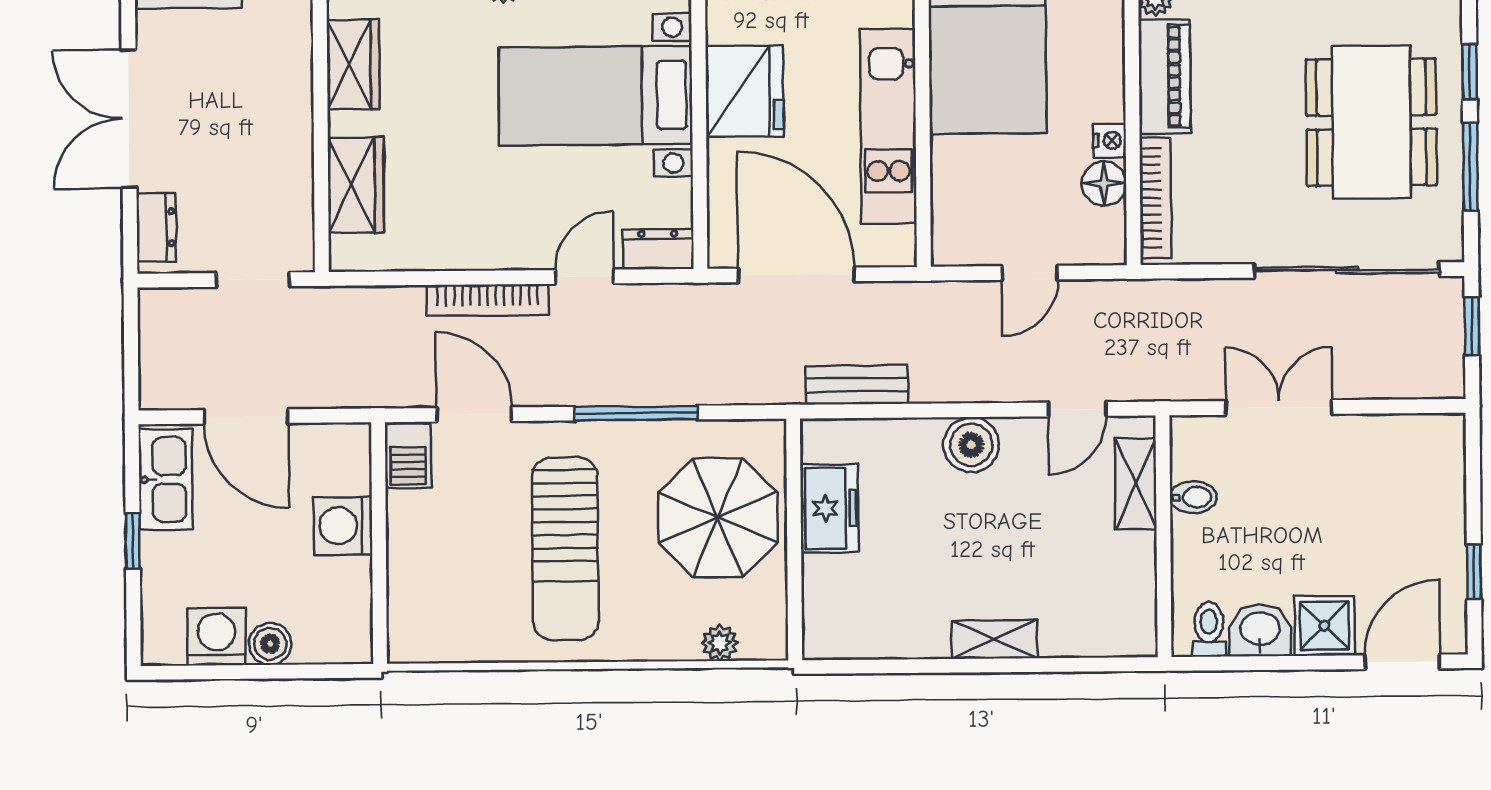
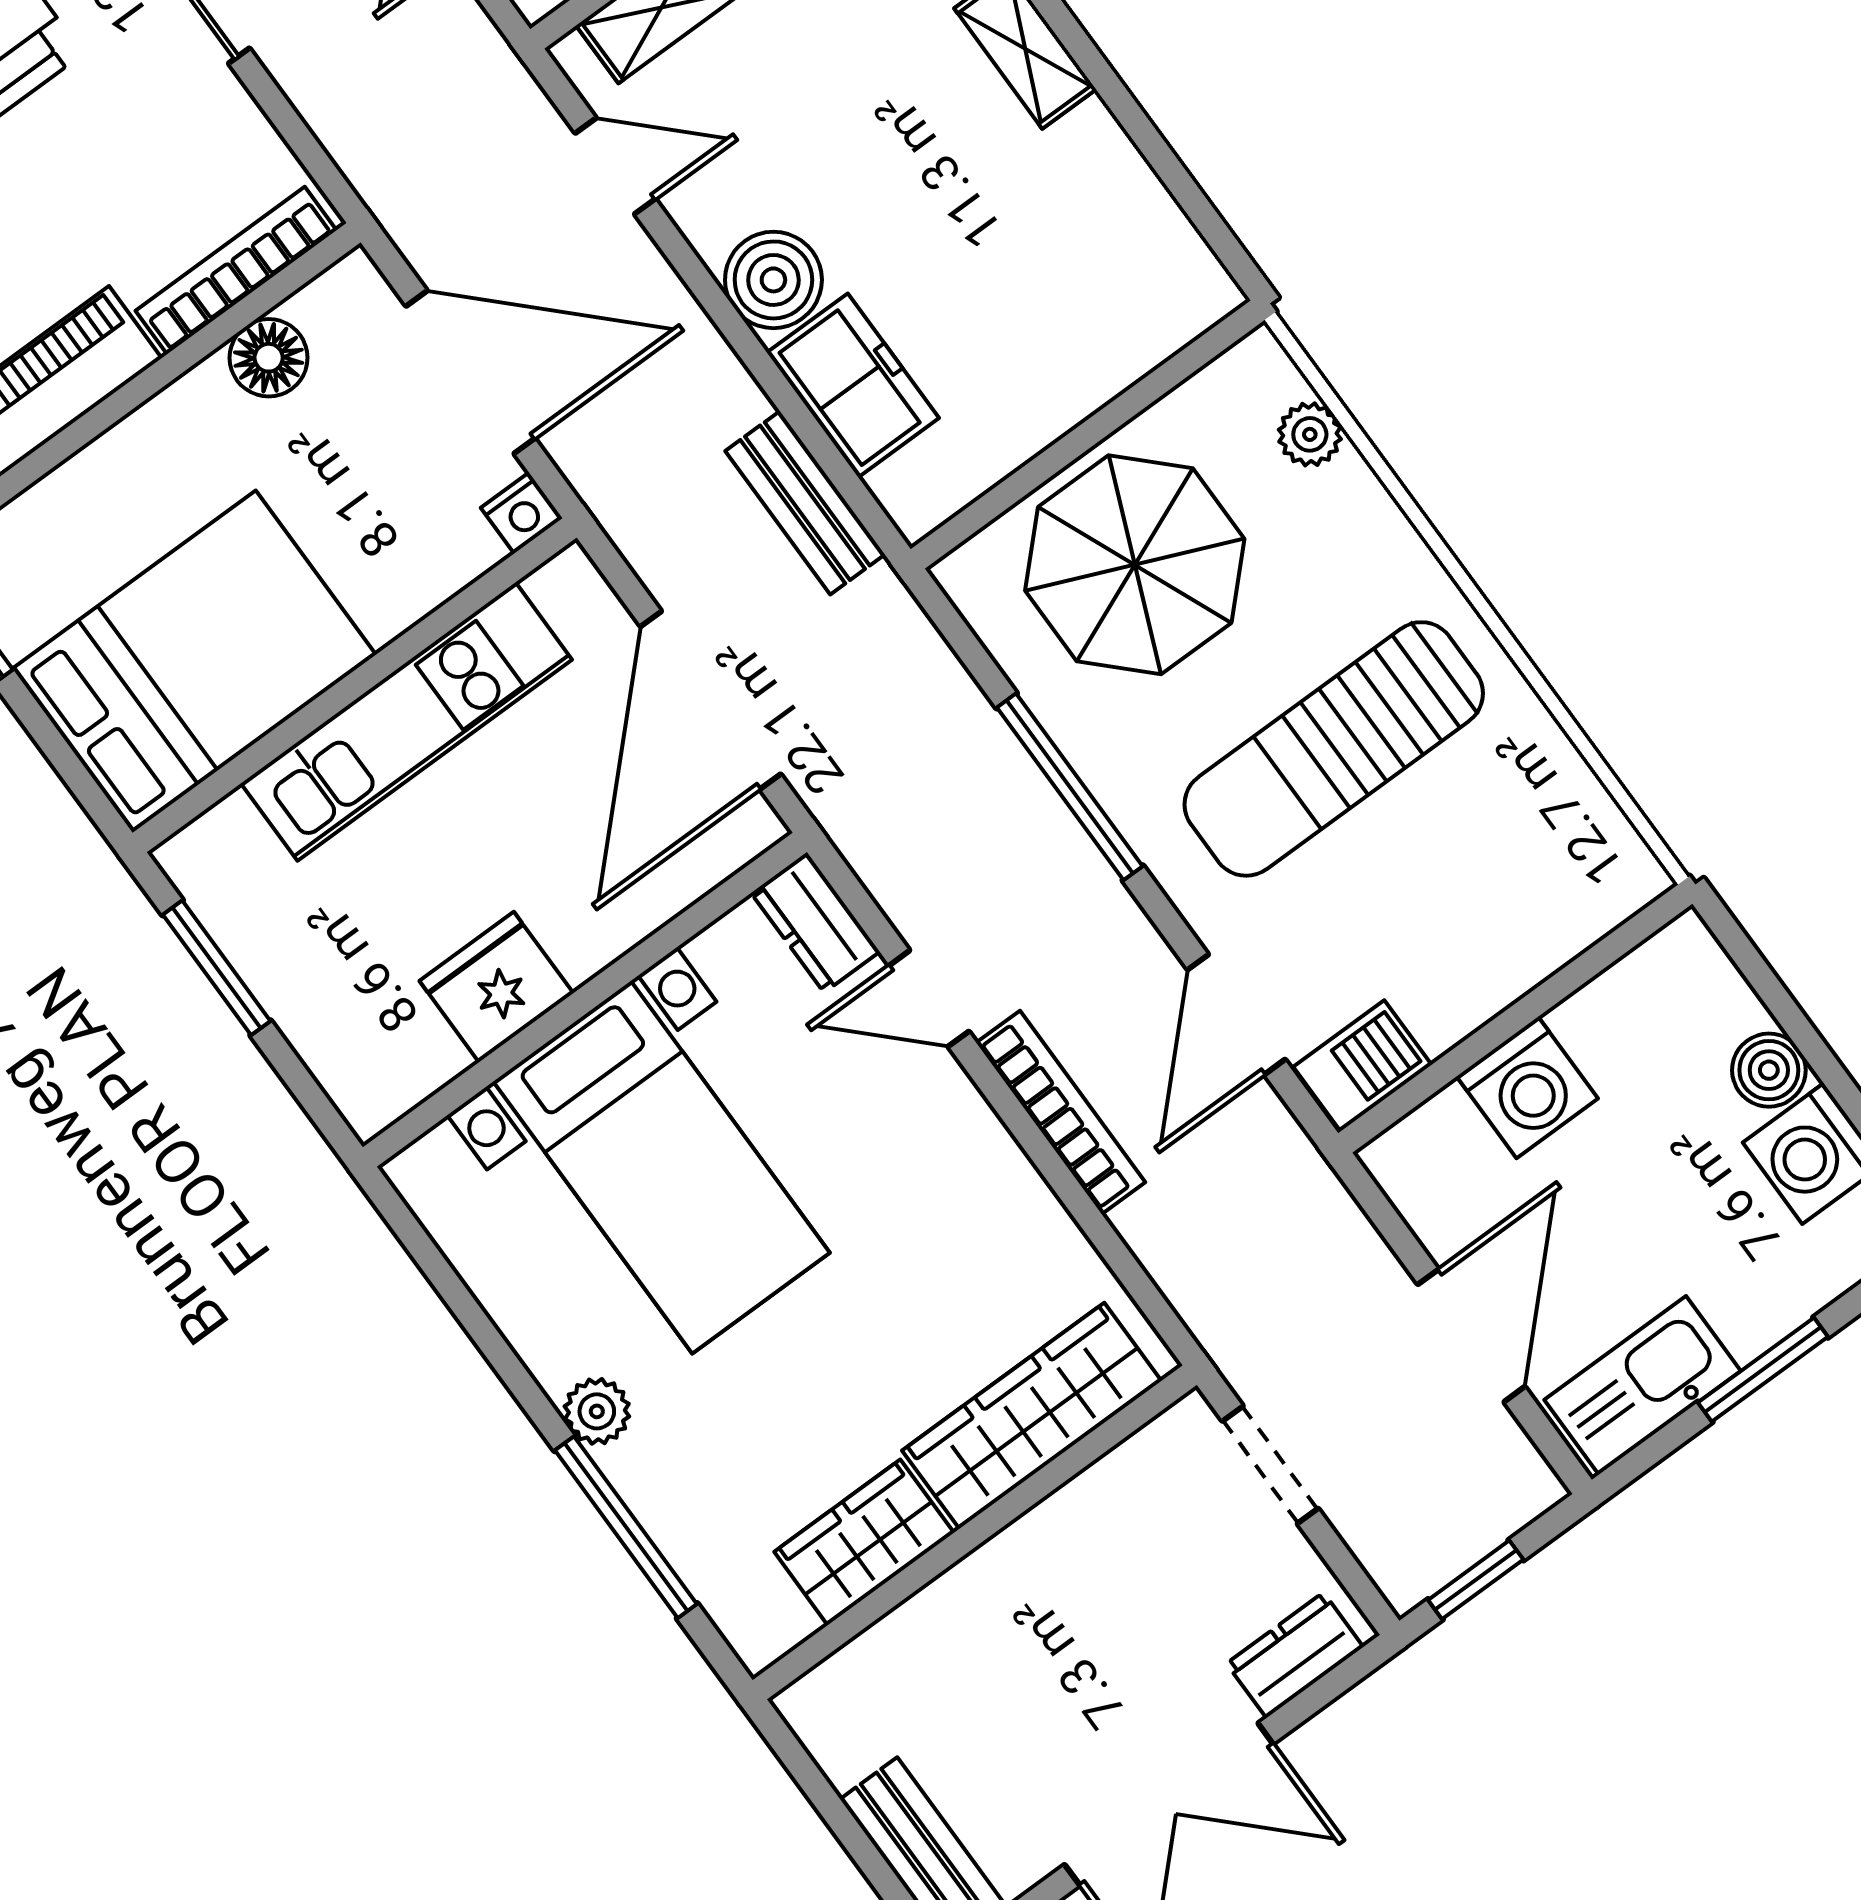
fridge: (745, 91) -> (496, 987), width x0.73, depth x0.75
nightstand: (1110, 140) -> (522, 513), moved, turned 180
wardrobe: (356, 185) -> (1032, 1416), width x1.50
door: (1030, 273) -> (471, 372), width x1.88
window: (131, 337) -> (1476, 1580), added
freezer: (829, 508) -> (853, 385), moved, turned 90
window: (133, 541) -> (1763, 1370), width x1.50
sun lounger: (565, 549) -> (1334, 749), turned 180

